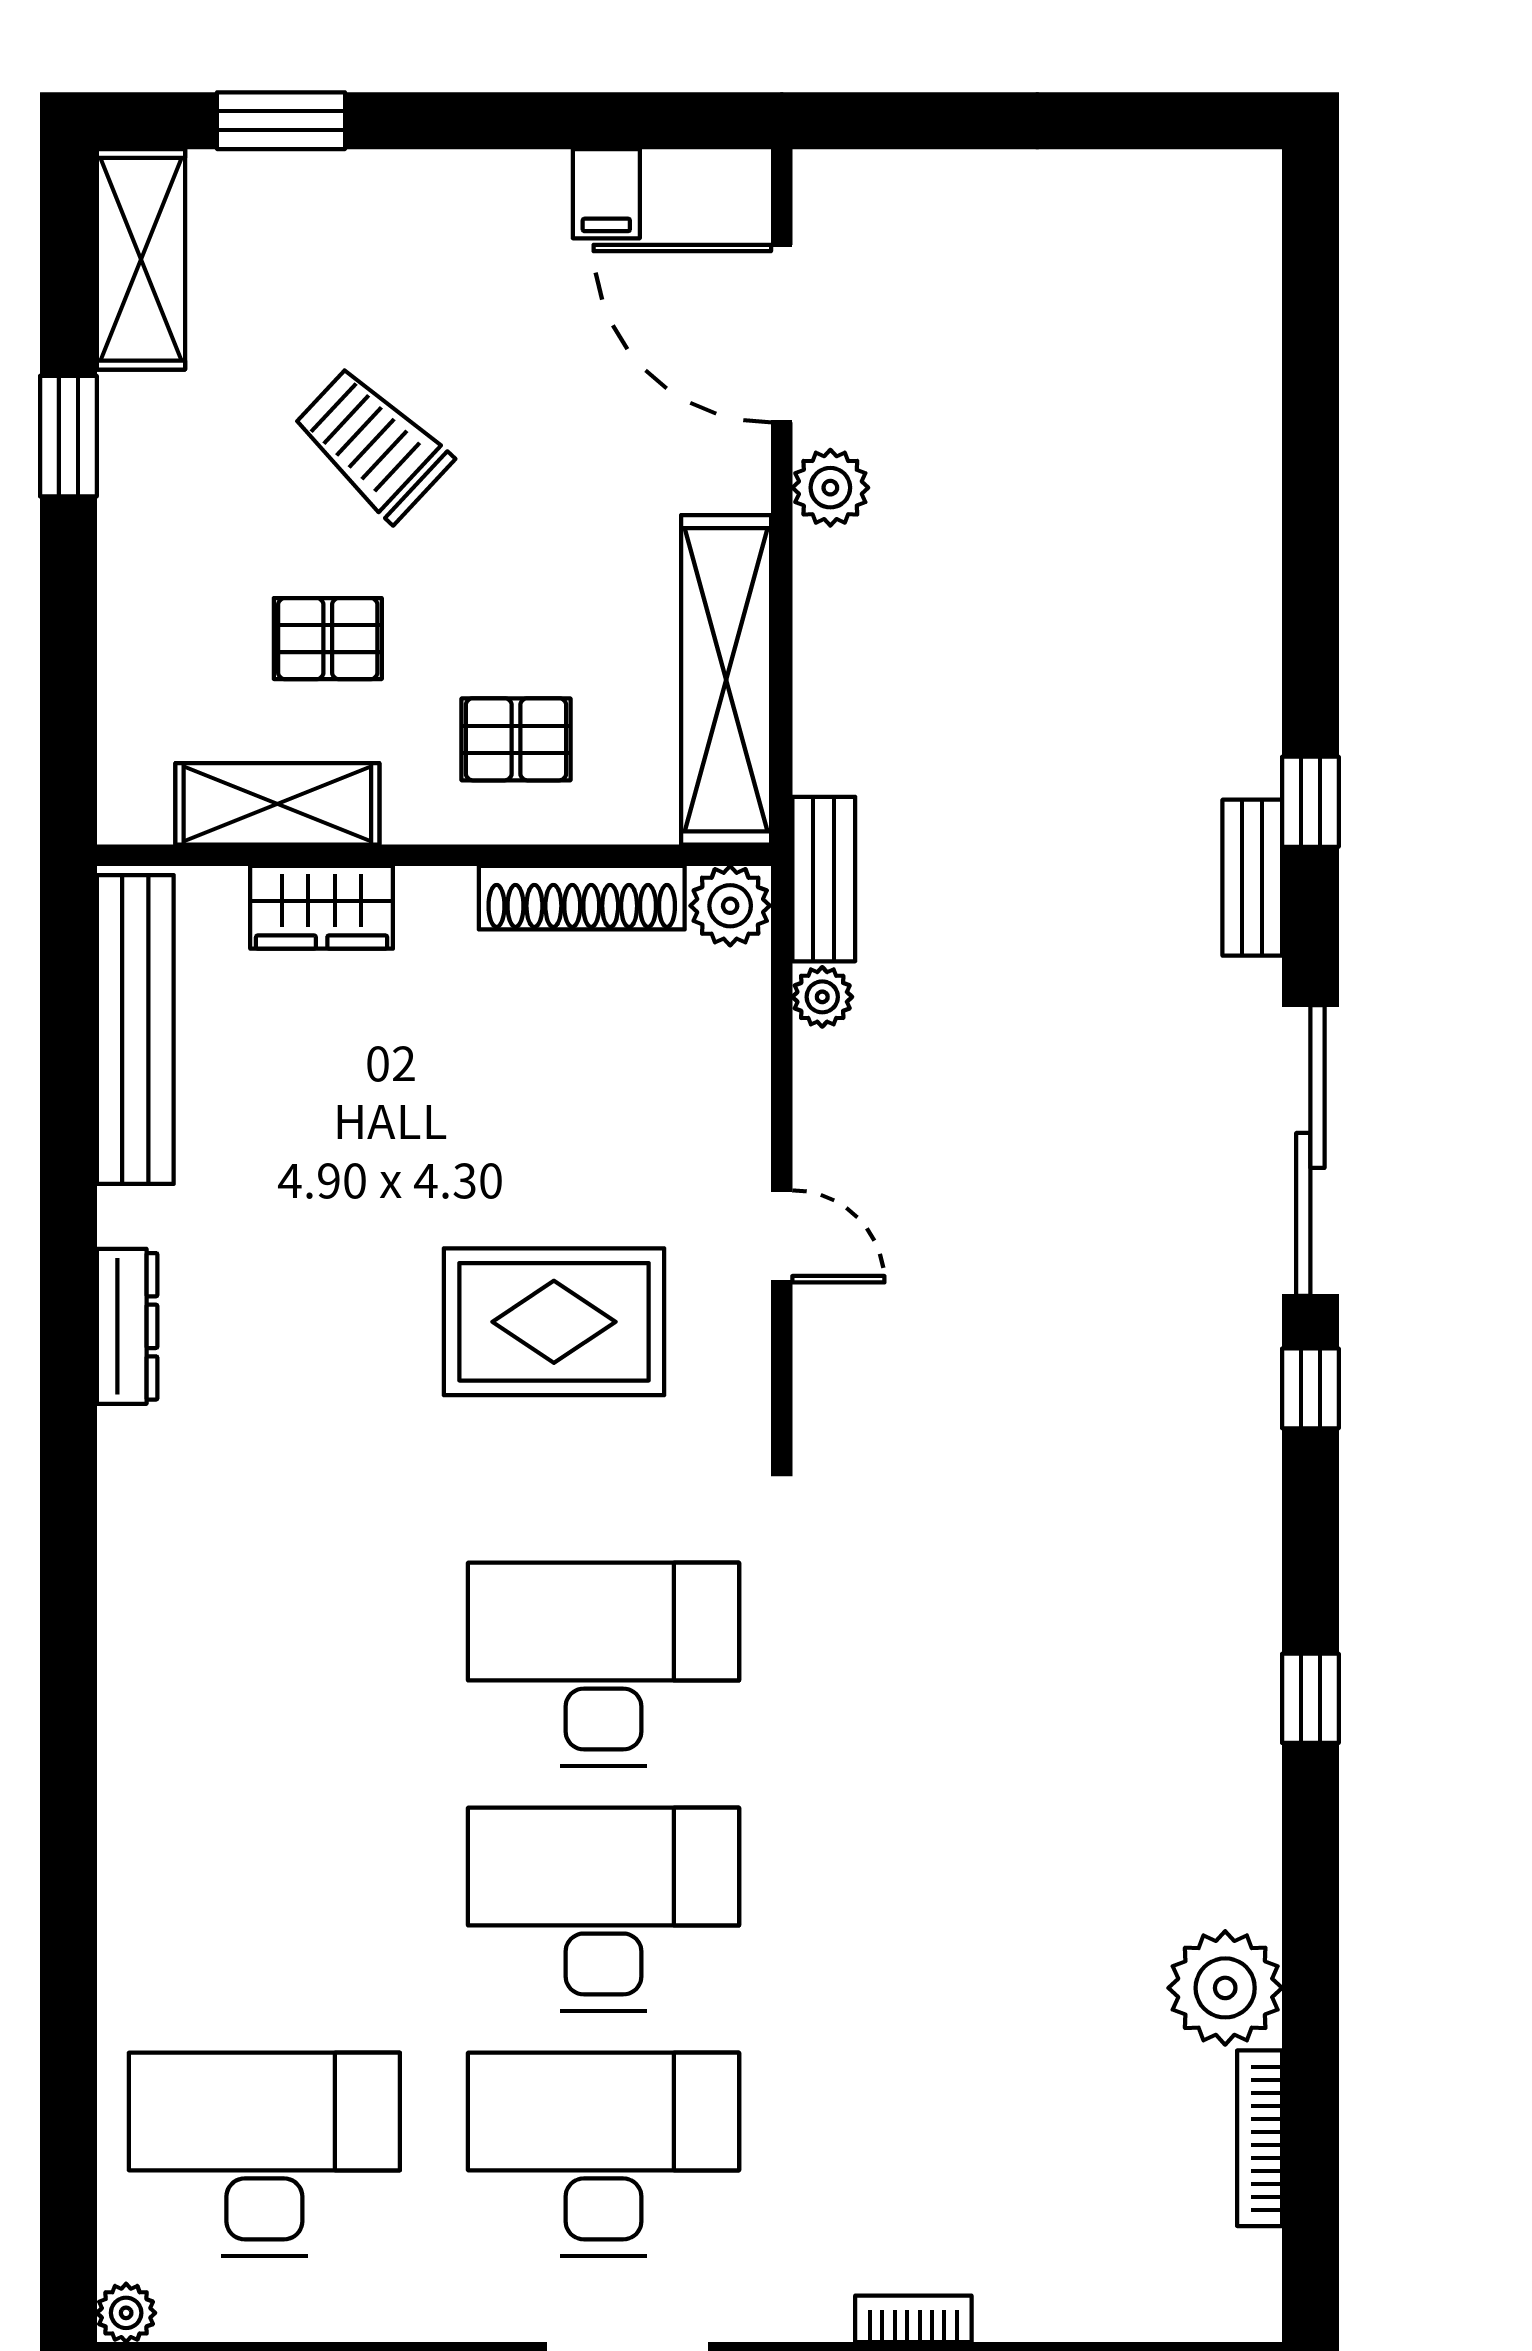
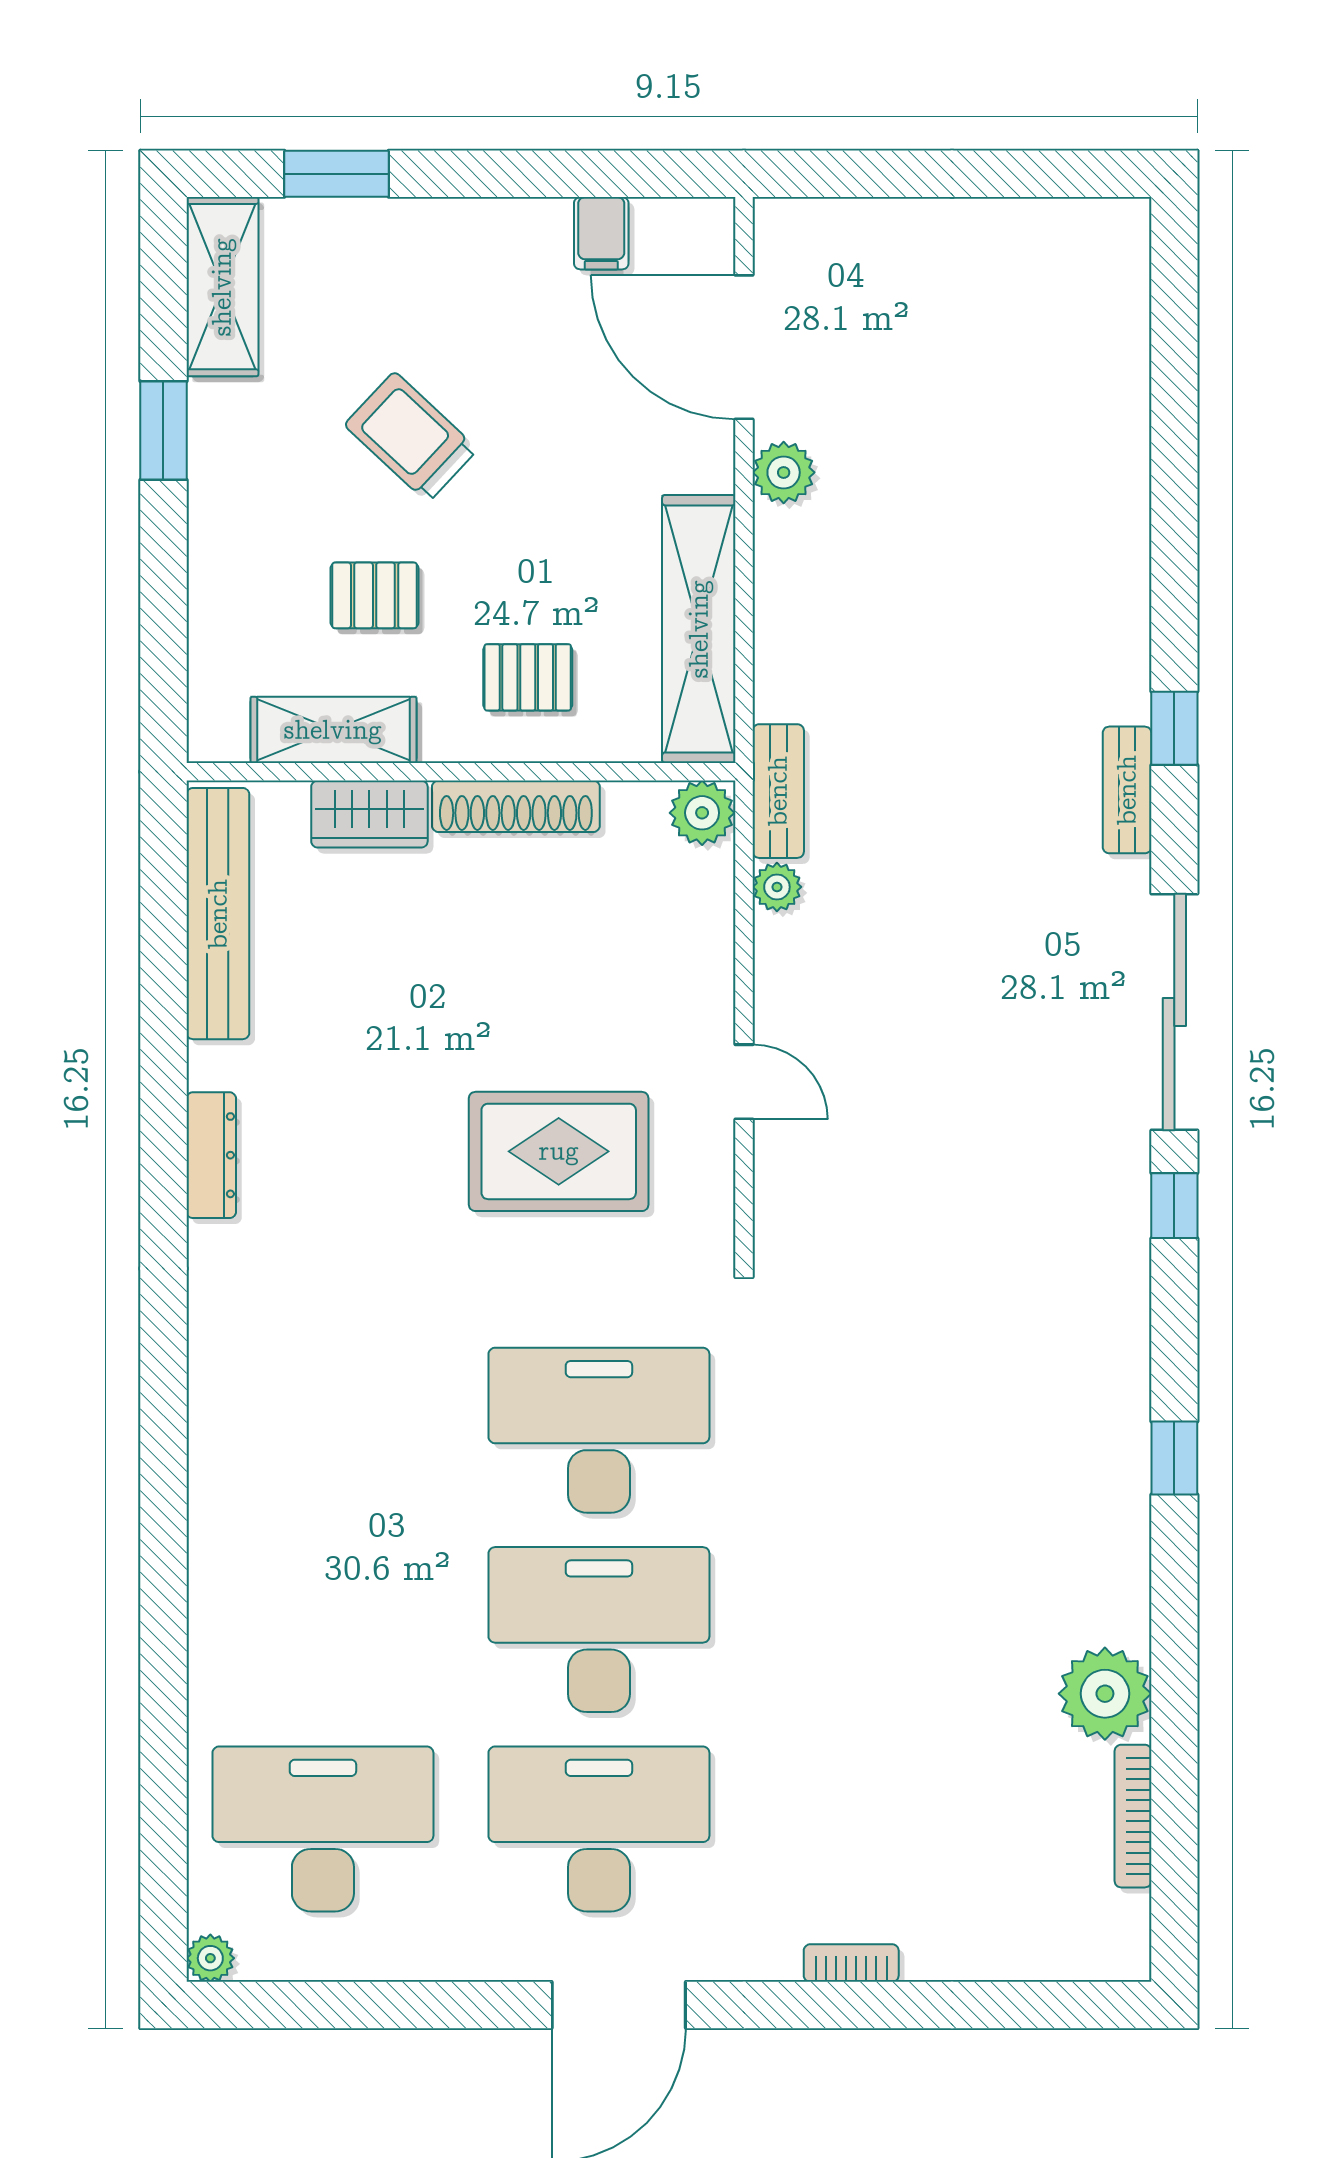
shoe rack: (582, 898) -> (516, 806), moved

